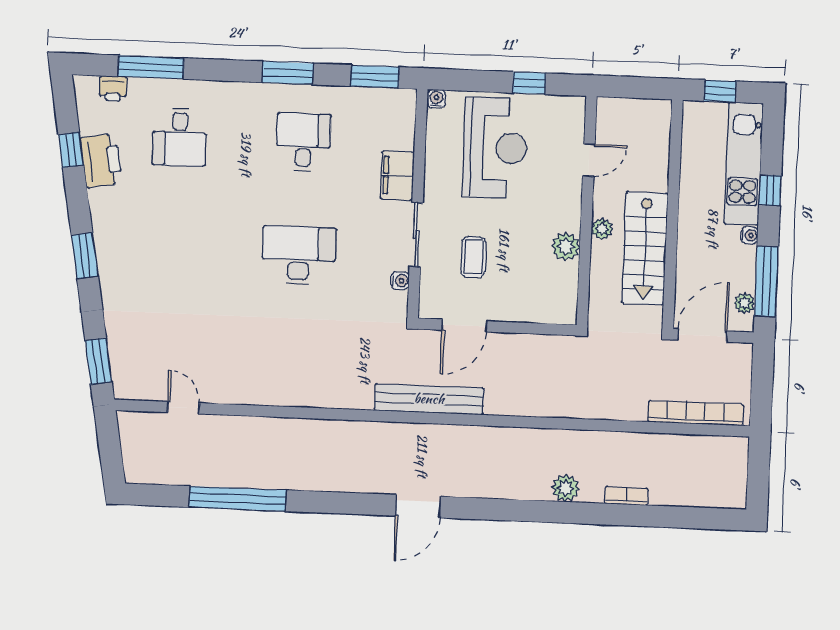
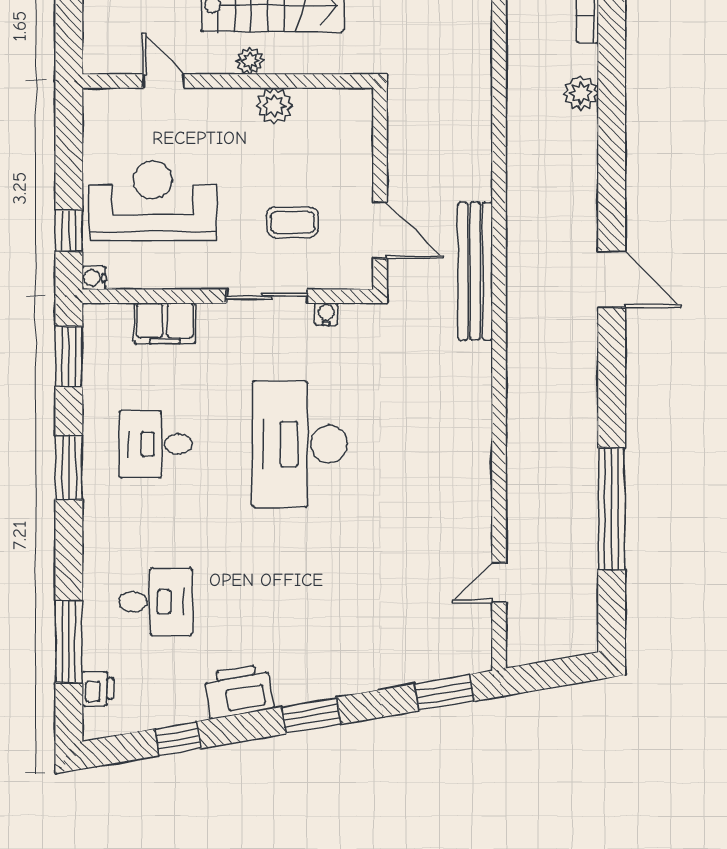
window: (529, 83) -> (69, 231), moved
printer: (101, 161) -> (239, 691), moved
filing cabinet: (397, 175) -> (165, 323), moved
desk: (299, 255) -> (300, 444), width x1.36, depth x1.30

